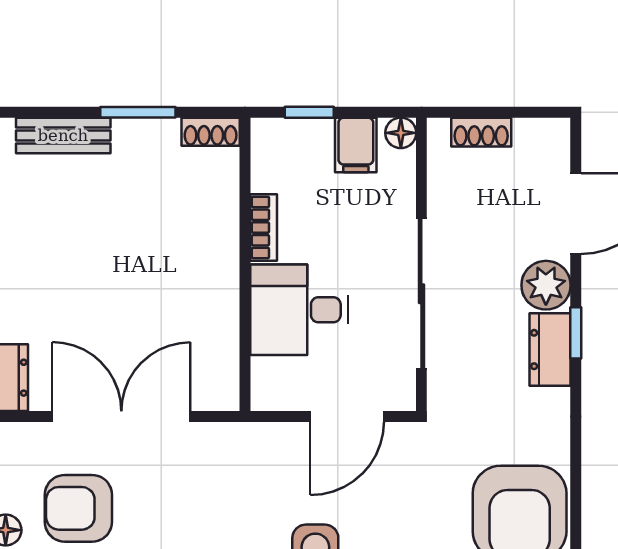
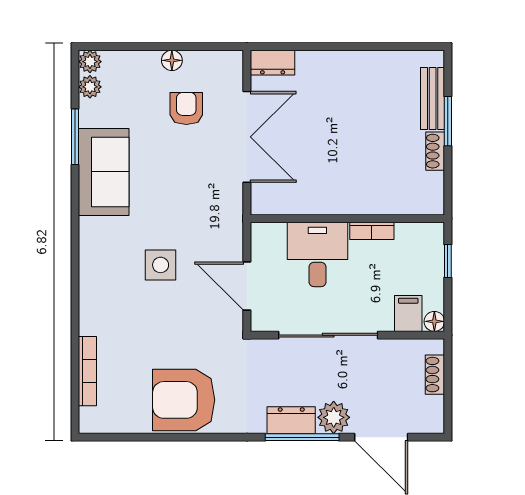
window: (138, 112) -> (448, 121), moved
shoe rack: (211, 132) -> (435, 151), moved
filing cabinet: (356, 145) -> (408, 313), moved, turned 90
window: (576, 333) -> (302, 437), width x2.17
armchair: (78, 508) -> (186, 108), width x0.72, depth x0.72

